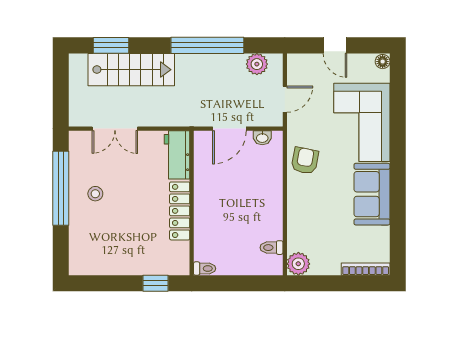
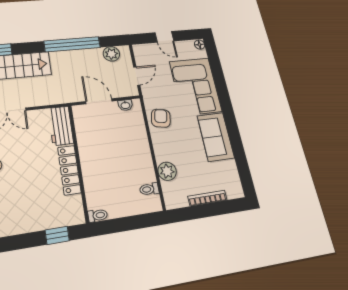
door: (229, 129) -> (99, 101), swing flipped
plant: (298, 264) -> (167, 171), moved
bookcase: (366, 269) -> (207, 198), moved

